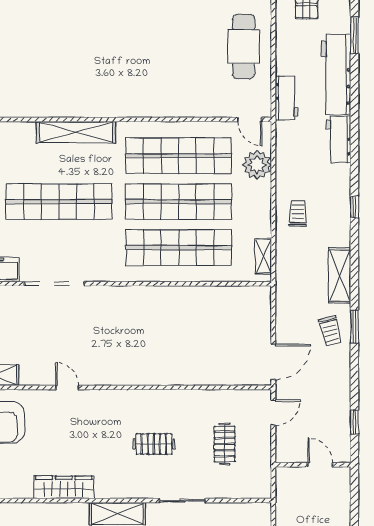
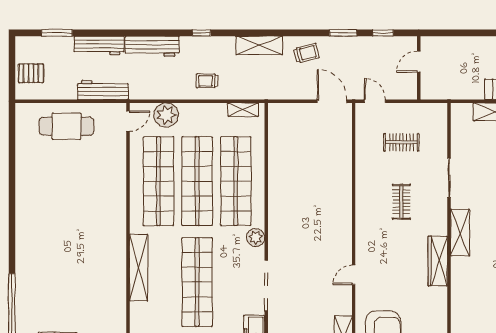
workbench: (336, 74) -> (99, 45), width x0.73, depth x0.76
workbench: (287, 98) -> (103, 90), width x1.38
workbench: (339, 139) -> (152, 46), width x1.37
plant: (111, 271) -> (256, 238), added
window: (354, 327) -> (343, 33), moved
wardrobe: (64, 487) -> (438, 261), moved

